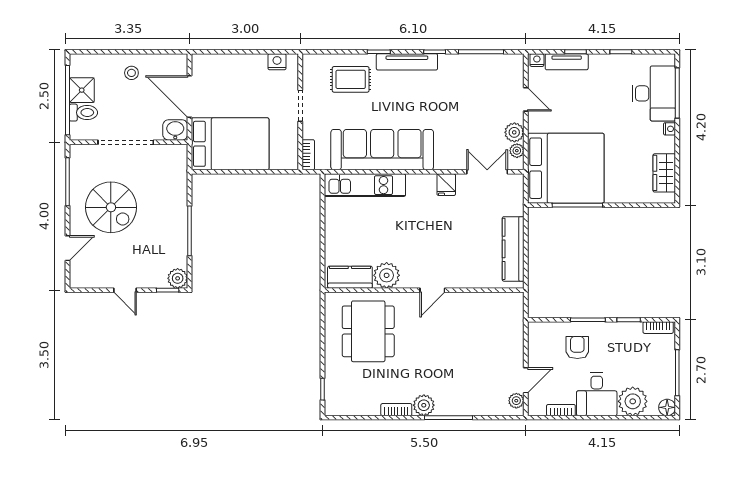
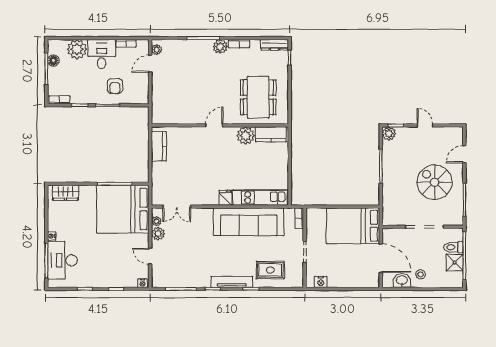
tv unit: (567, 62) -> (122, 282), removed
washbasin: (175, 130) -> (402, 280), moved, turned 180
wardrobe: (664, 173) -> (65, 193), moved, turned 90
fridge: (446, 185) -> (225, 198), moved
kitchen counter: (513, 249) -> (159, 146), width x0.67
floor lamp: (667, 407) -> (53, 61), moved
dresser: (345, 408) -> (274, 45), added

